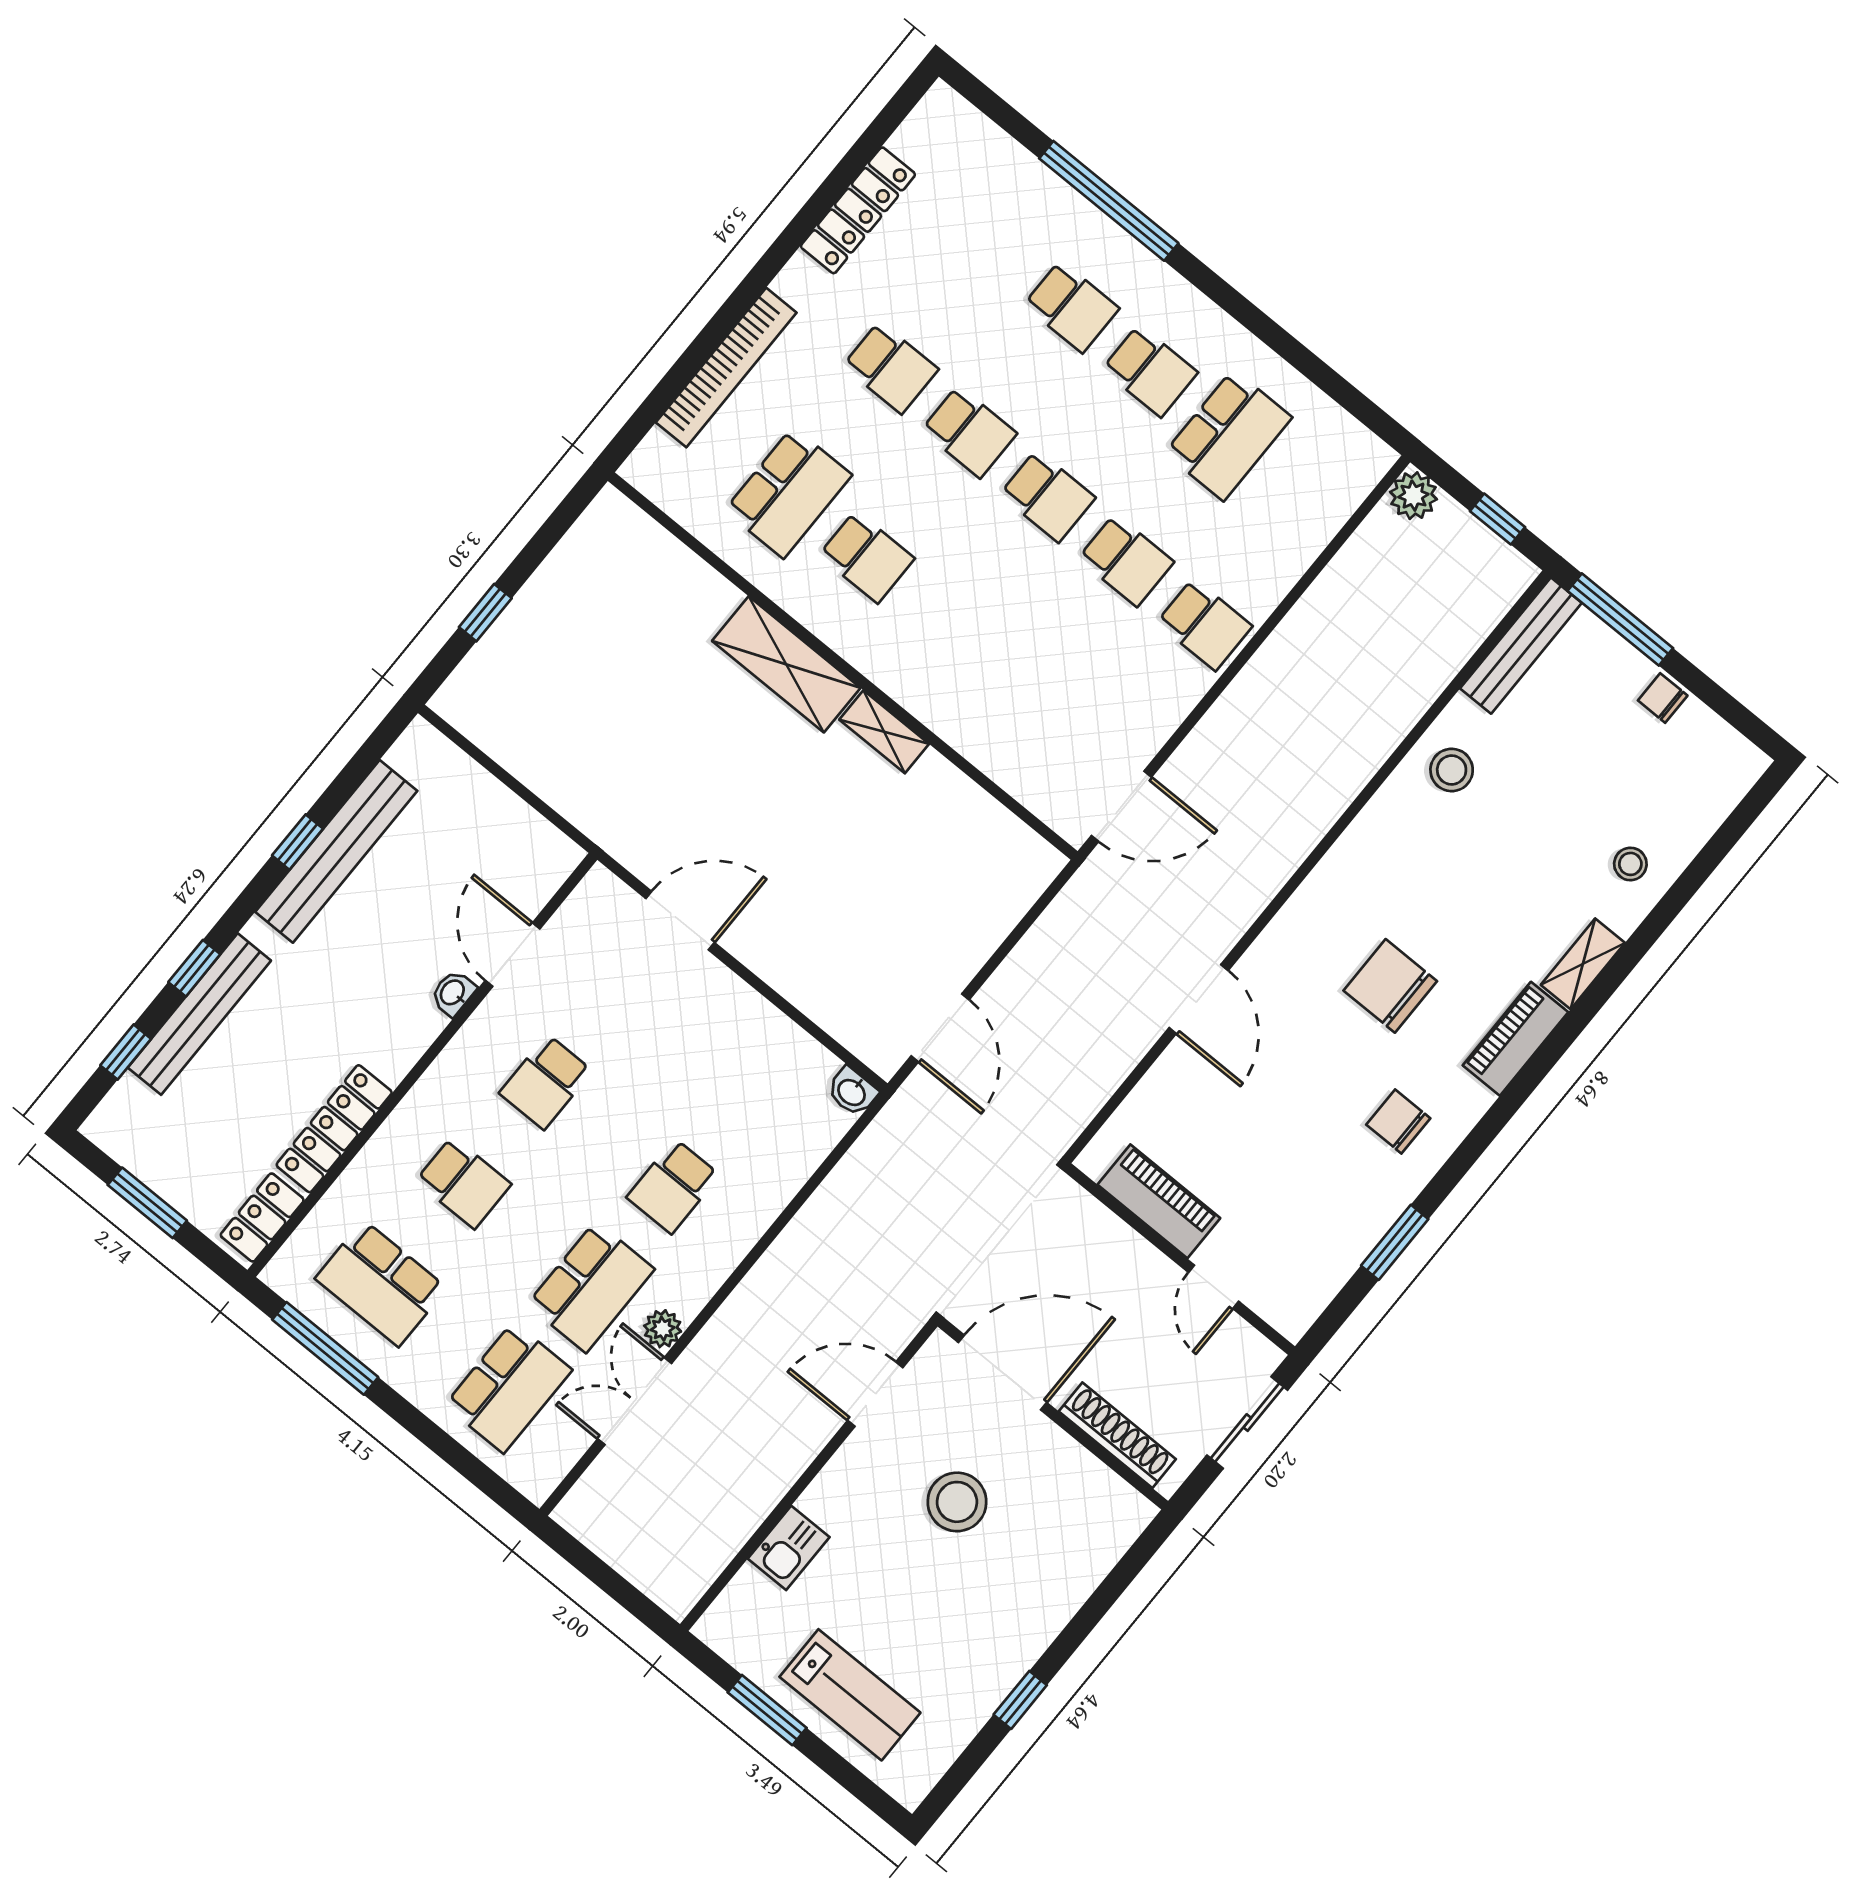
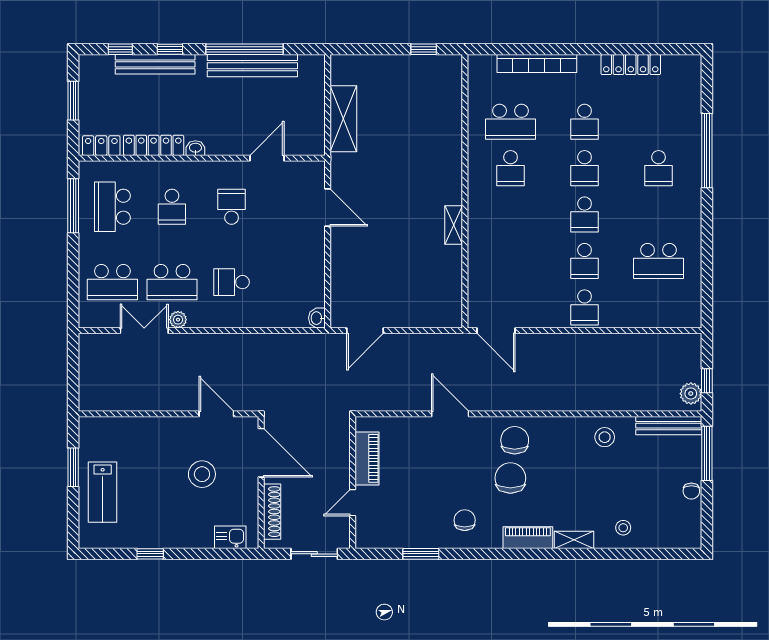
school desk: (1150, 371) -> (659, 215), removed
plant: (1413, 496) -> (691, 394), moved
window: (485, 613) -> (424, 49), moved
shelving: (786, 664) -> (343, 119), moved
chair: (1663, 698) -> (691, 491), turned 180
window: (298, 842) -> (244, 49), width x3.17
chair: (1332, 926) -> (515, 440), added
washbasin: (453, 993) -> (195, 148), moved
door: (1199, 999) -> (450, 414), swing flipped
school desk: (546, 1082) -> (232, 207), turned 90
kitchen sink: (789, 1548) -> (230, 537), moved, turned 180

